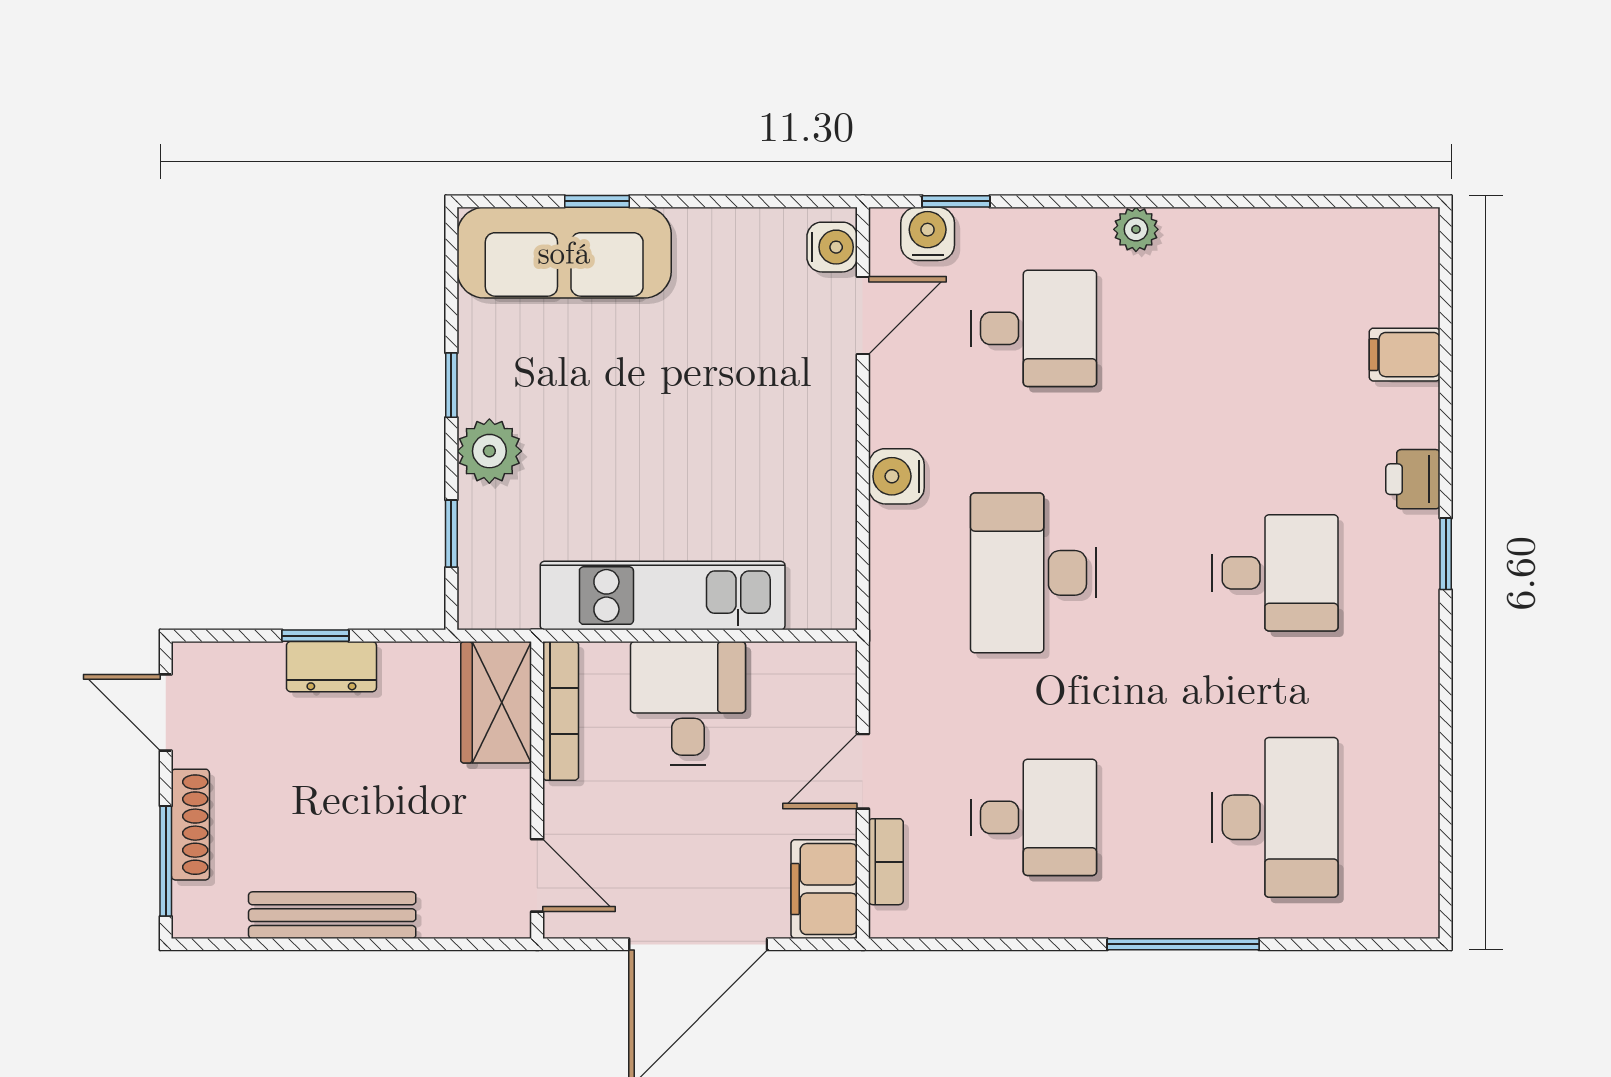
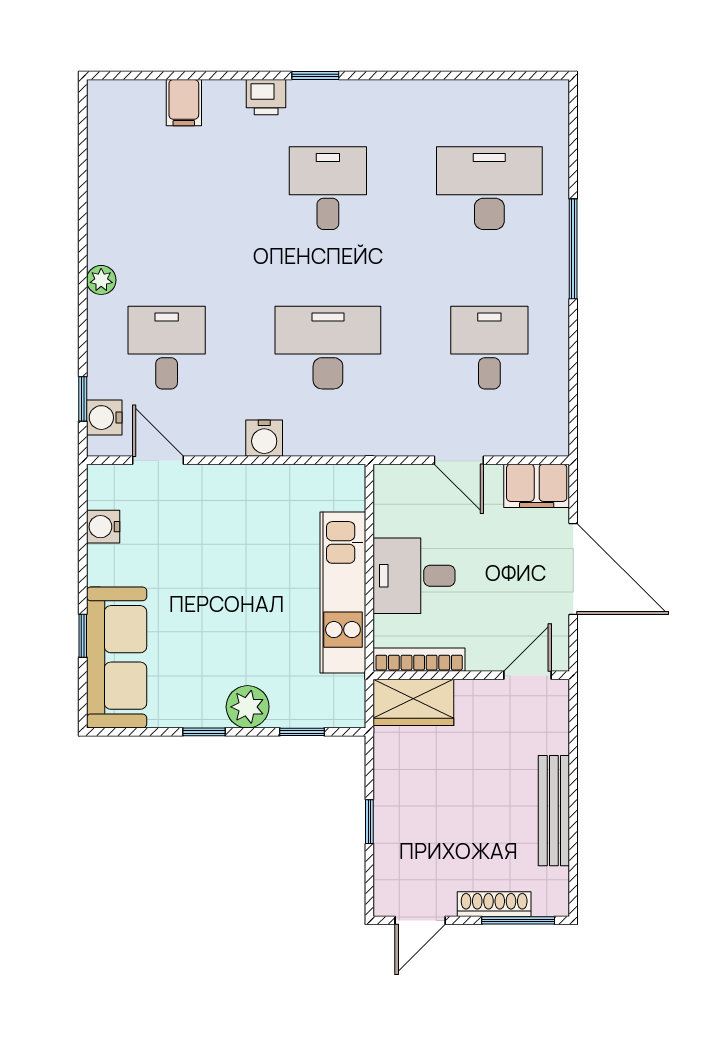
water cooler: (832, 247) -> (103, 527), moved, turned -90
desk: (1034, 573) -> (328, 348), turned 180
dresser: (331, 667) -> (390, 811), removed
bookcase: (886, 862) -> (519, 445), removed

